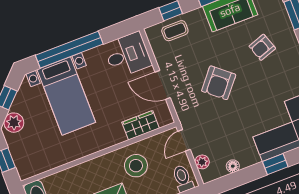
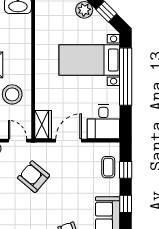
armchair: (219, 83) -> (34, 177), moved
wardrobe: (141, 125) -> (43, 125), moved

